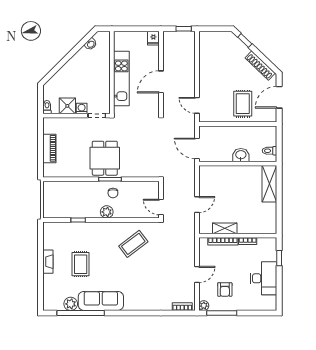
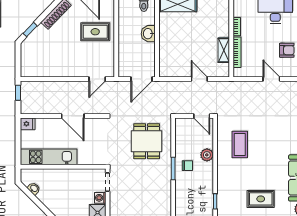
kitchen unit: (121, 79) -> (49, 157), moved
dining table: (105, 158) -> (147, 141), moved, turned 90
door: (161, 207) -> (202, 116), hinge flipped
plant: (107, 212) -> (207, 155), moved
coffee table: (133, 244) -> (240, 144), turned 37

